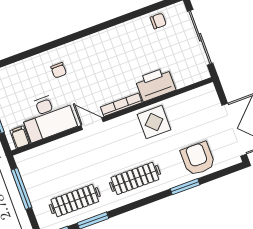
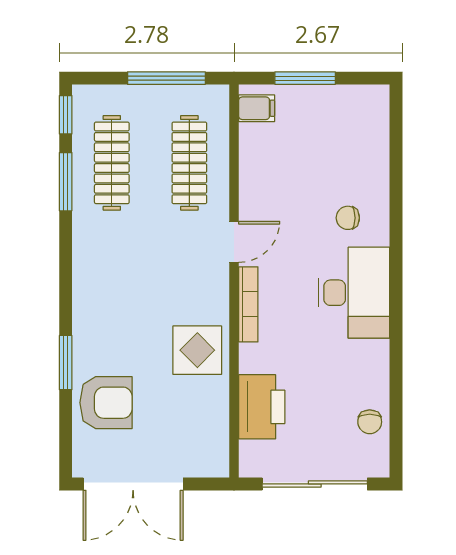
printer: (155, 84) -> (262, 407), moved
desk: (48, 117) -> (354, 293), moved, turned 180
clothes rail: (135, 178) -> (189, 163), moved

